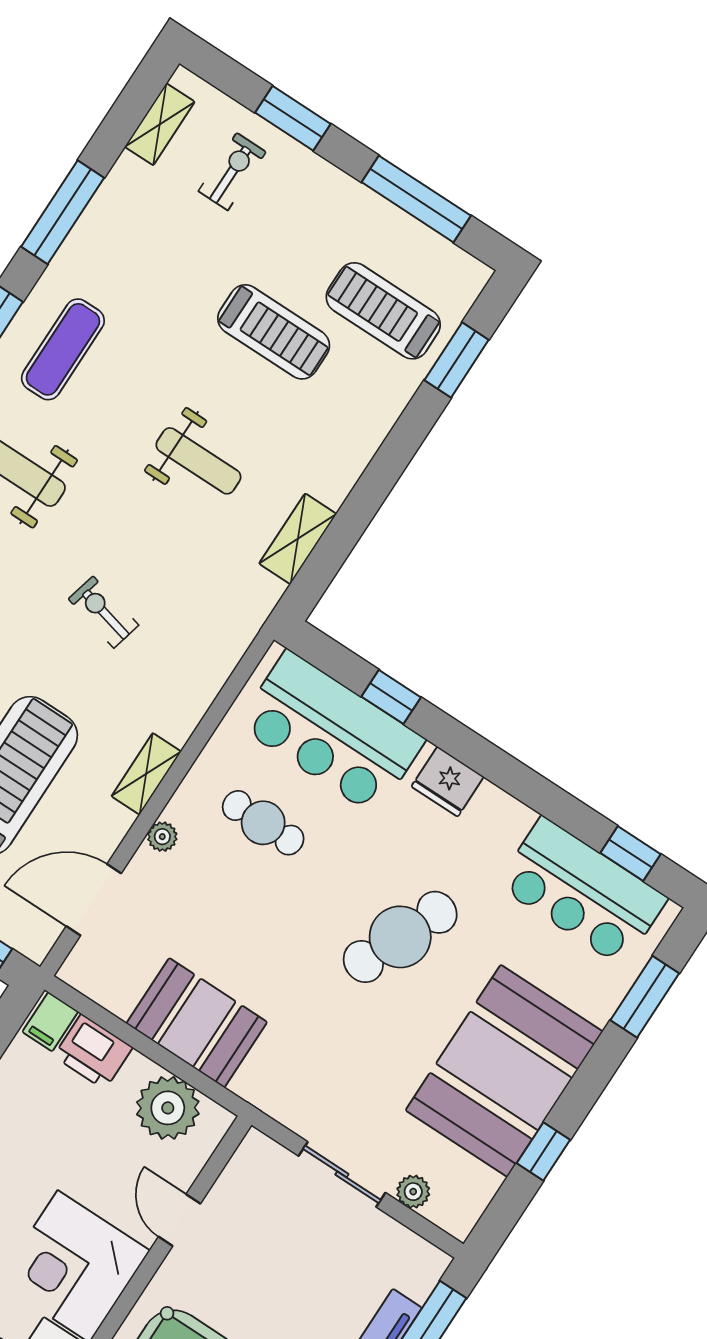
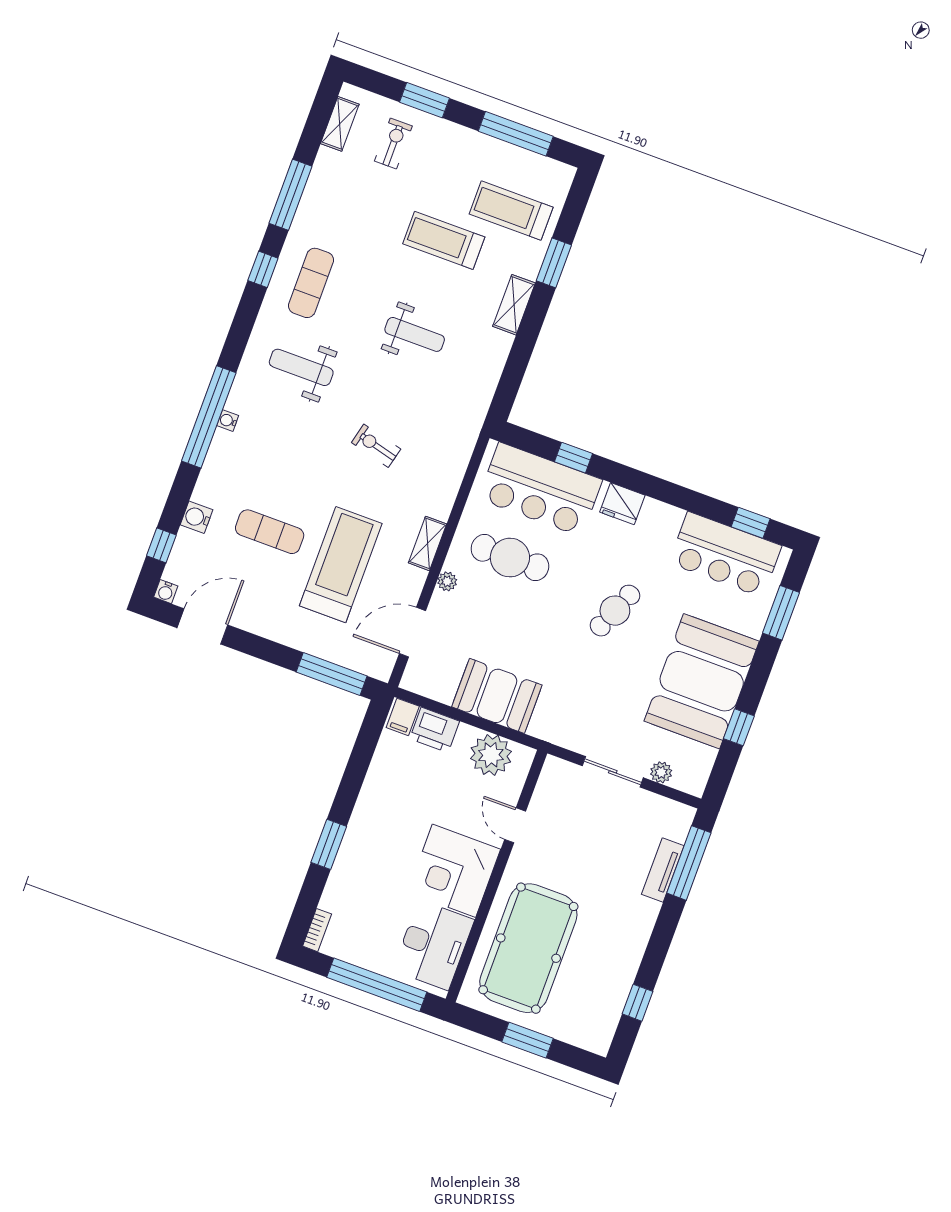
treadmill: (274, 332) -> (444, 240), turned 180
window: (457, 360) -> (554, 263), moved
shelving: (298, 539) -> (514, 305), moved
cafe table: (263, 823) -> (510, 558), width x1.37, depth x1.35
cafe table: (400, 937) -> (615, 611), width x0.73, depth x0.74

